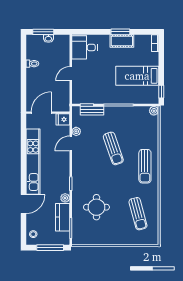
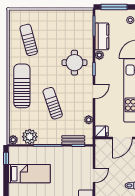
plant: (137, 114) -> (30, 137), added
door: (71, 143) -> (94, 91), moved
sun lounger: (145, 166) -> (22, 86), width x1.36, depth x1.34
round table: (96, 207) -> (74, 63), moved

